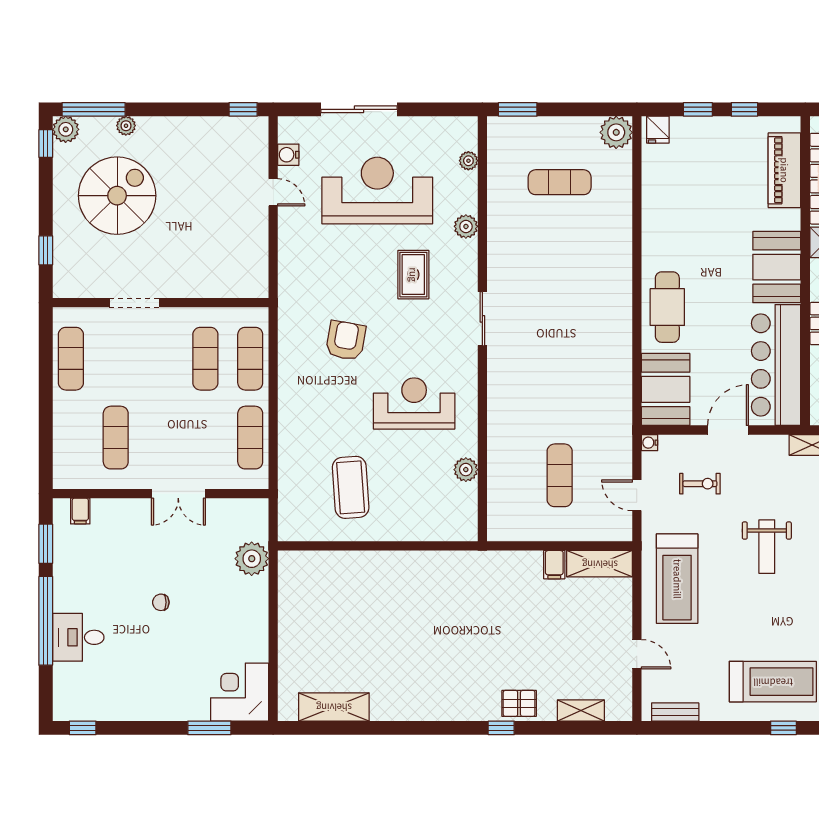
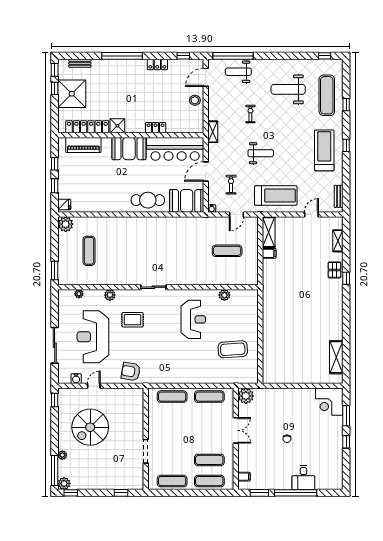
spiral stairs: (117, 196) -> (90, 427), moved, turned -90
armchair: (346, 341) -> (131, 372), moved
exercise mat: (205, 359) -> (209, 481), moved
reception desk: (414, 403) -> (193, 319), turned 180
door: (728, 430) -> (206, 171), hinge flipped
plant: (252, 559) -> (246, 396), moved
window: (83, 728) -> (346, 442), moved

